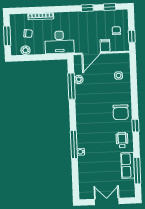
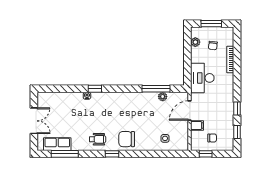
door: (91, 53) -> (190, 111), hinge flipped
window: (74, 144) -> (95, 89), width x0.46
row of seats: (128, 165) -> (57, 144), moved

